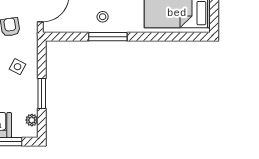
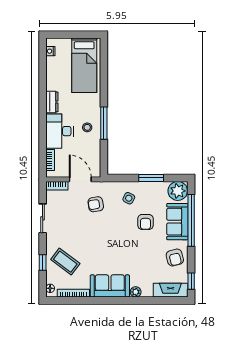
plant: (32, 120) -> (178, 191), width x1.87, depth x1.87

